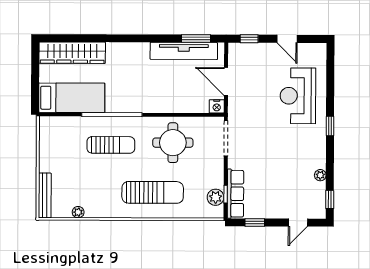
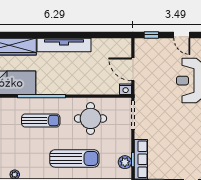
window: (196, 39) -> (109, 35), removed
tv unit: (184, 51) -> (64, 45), moved

